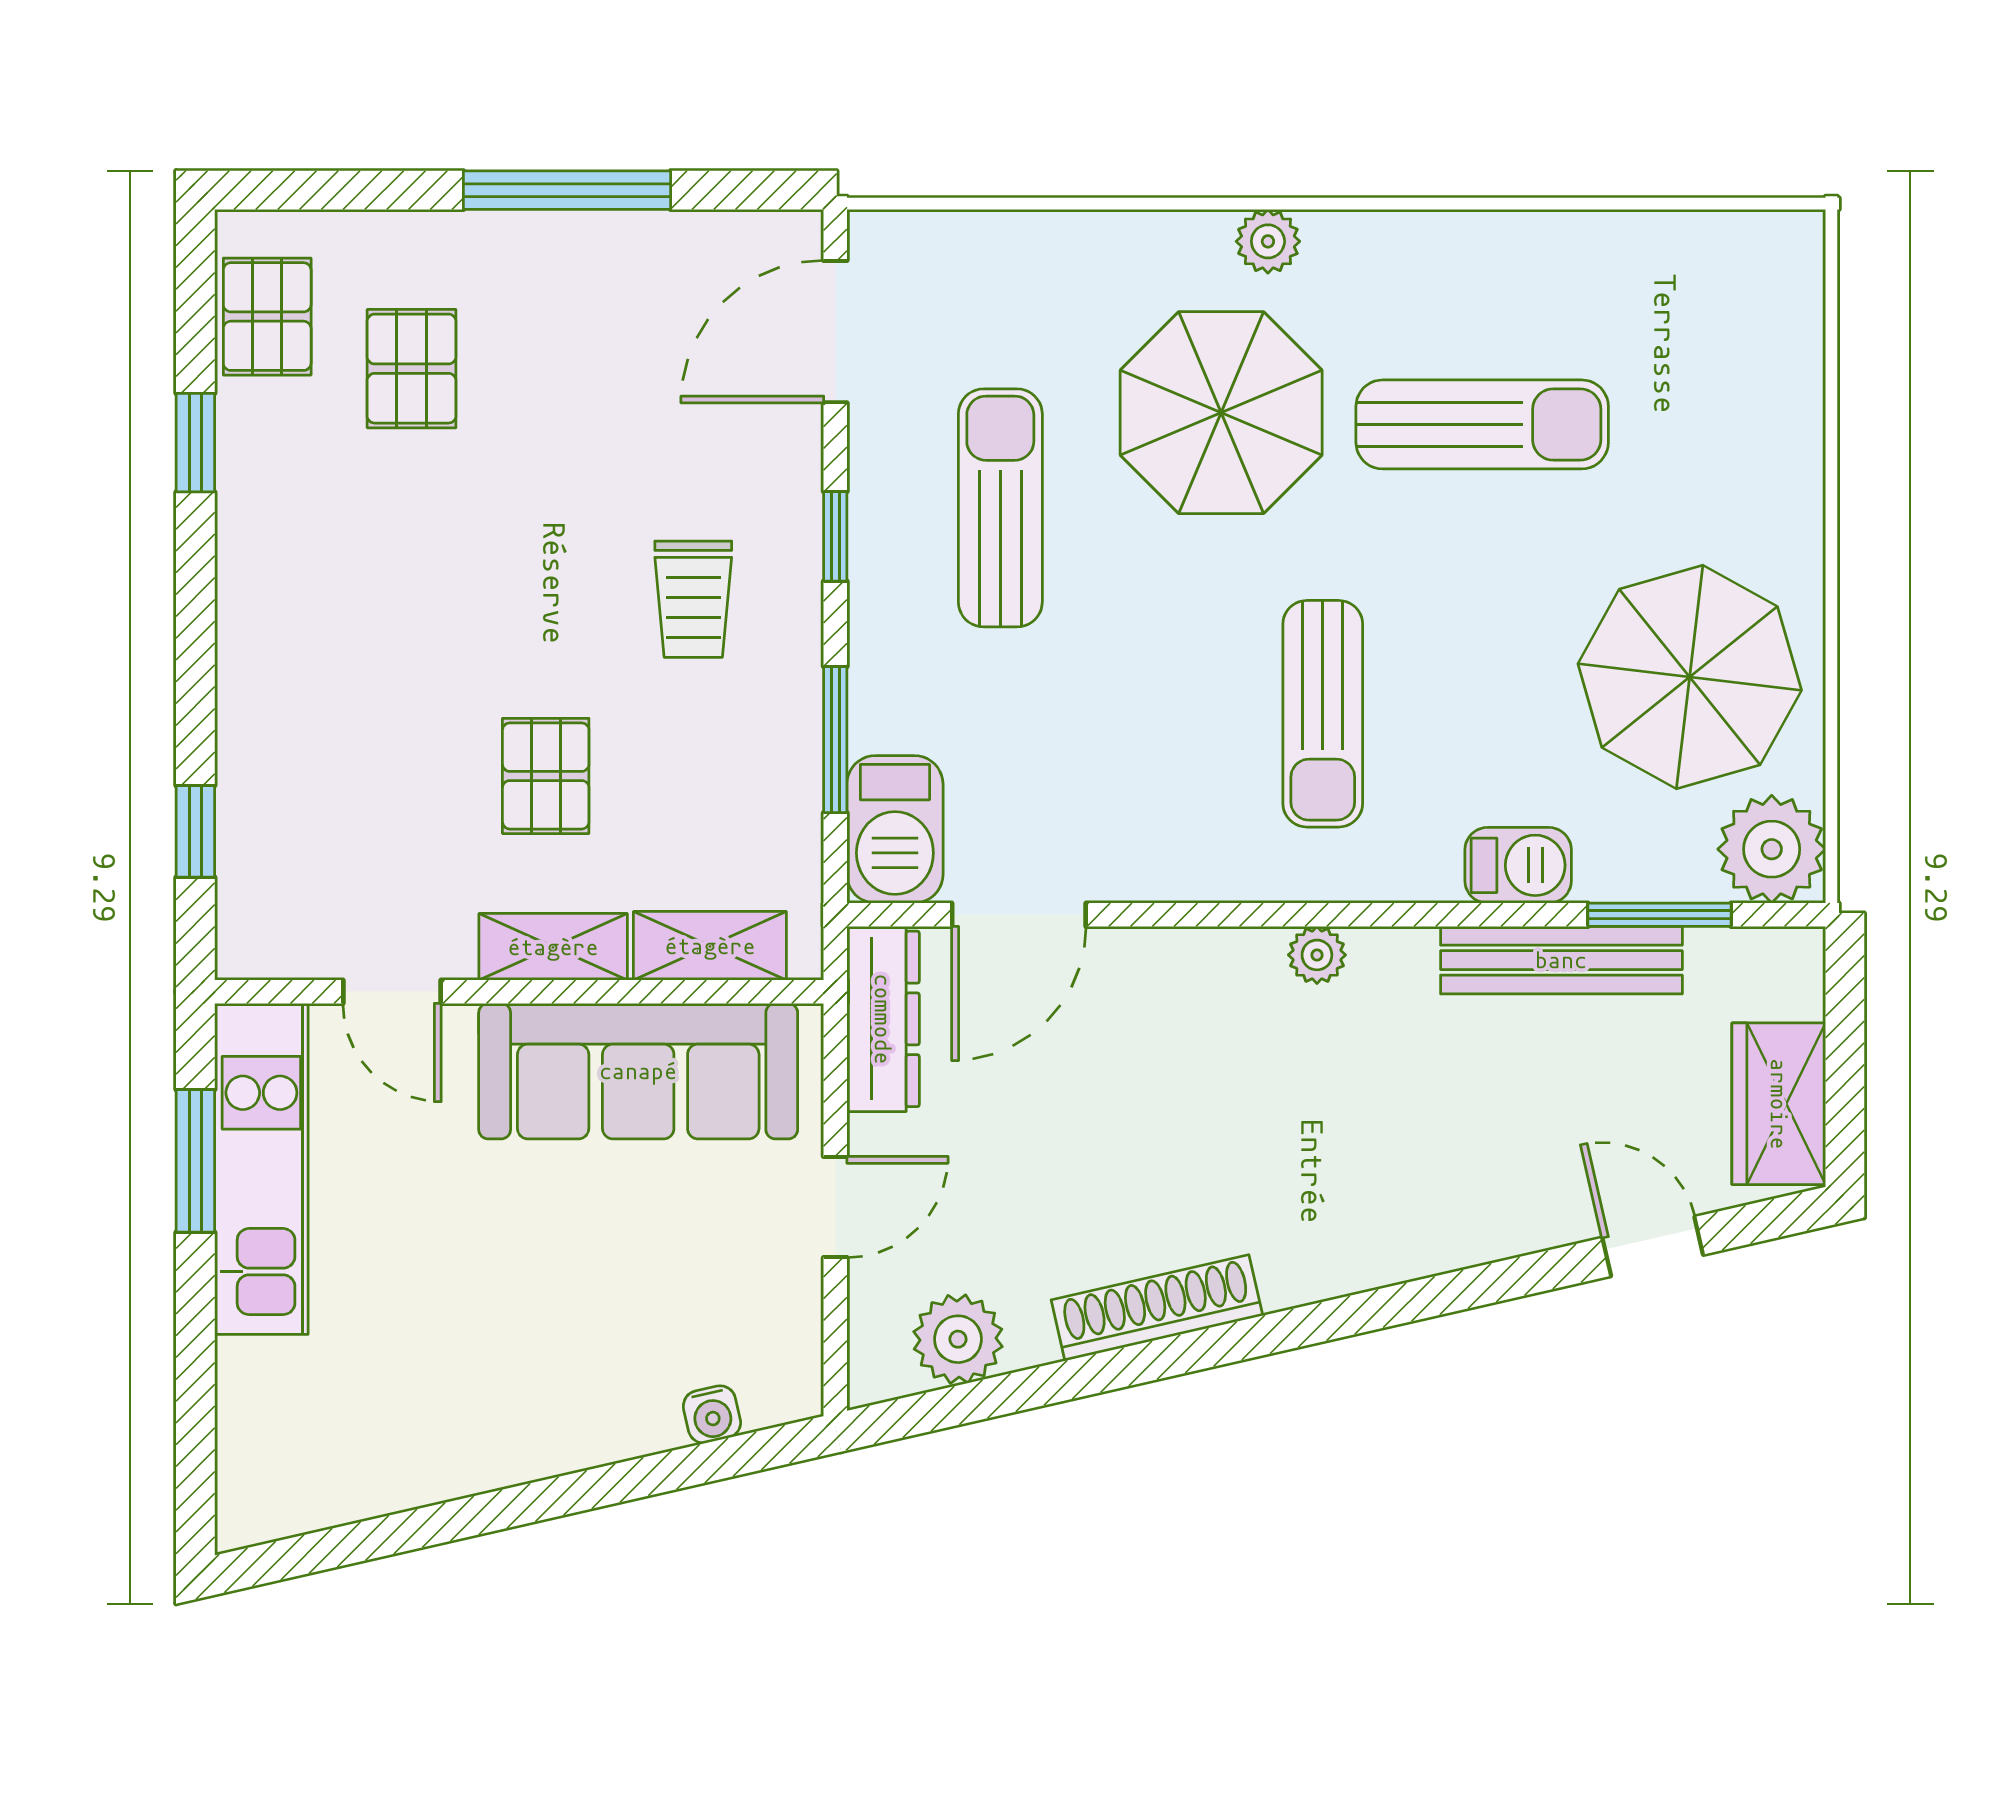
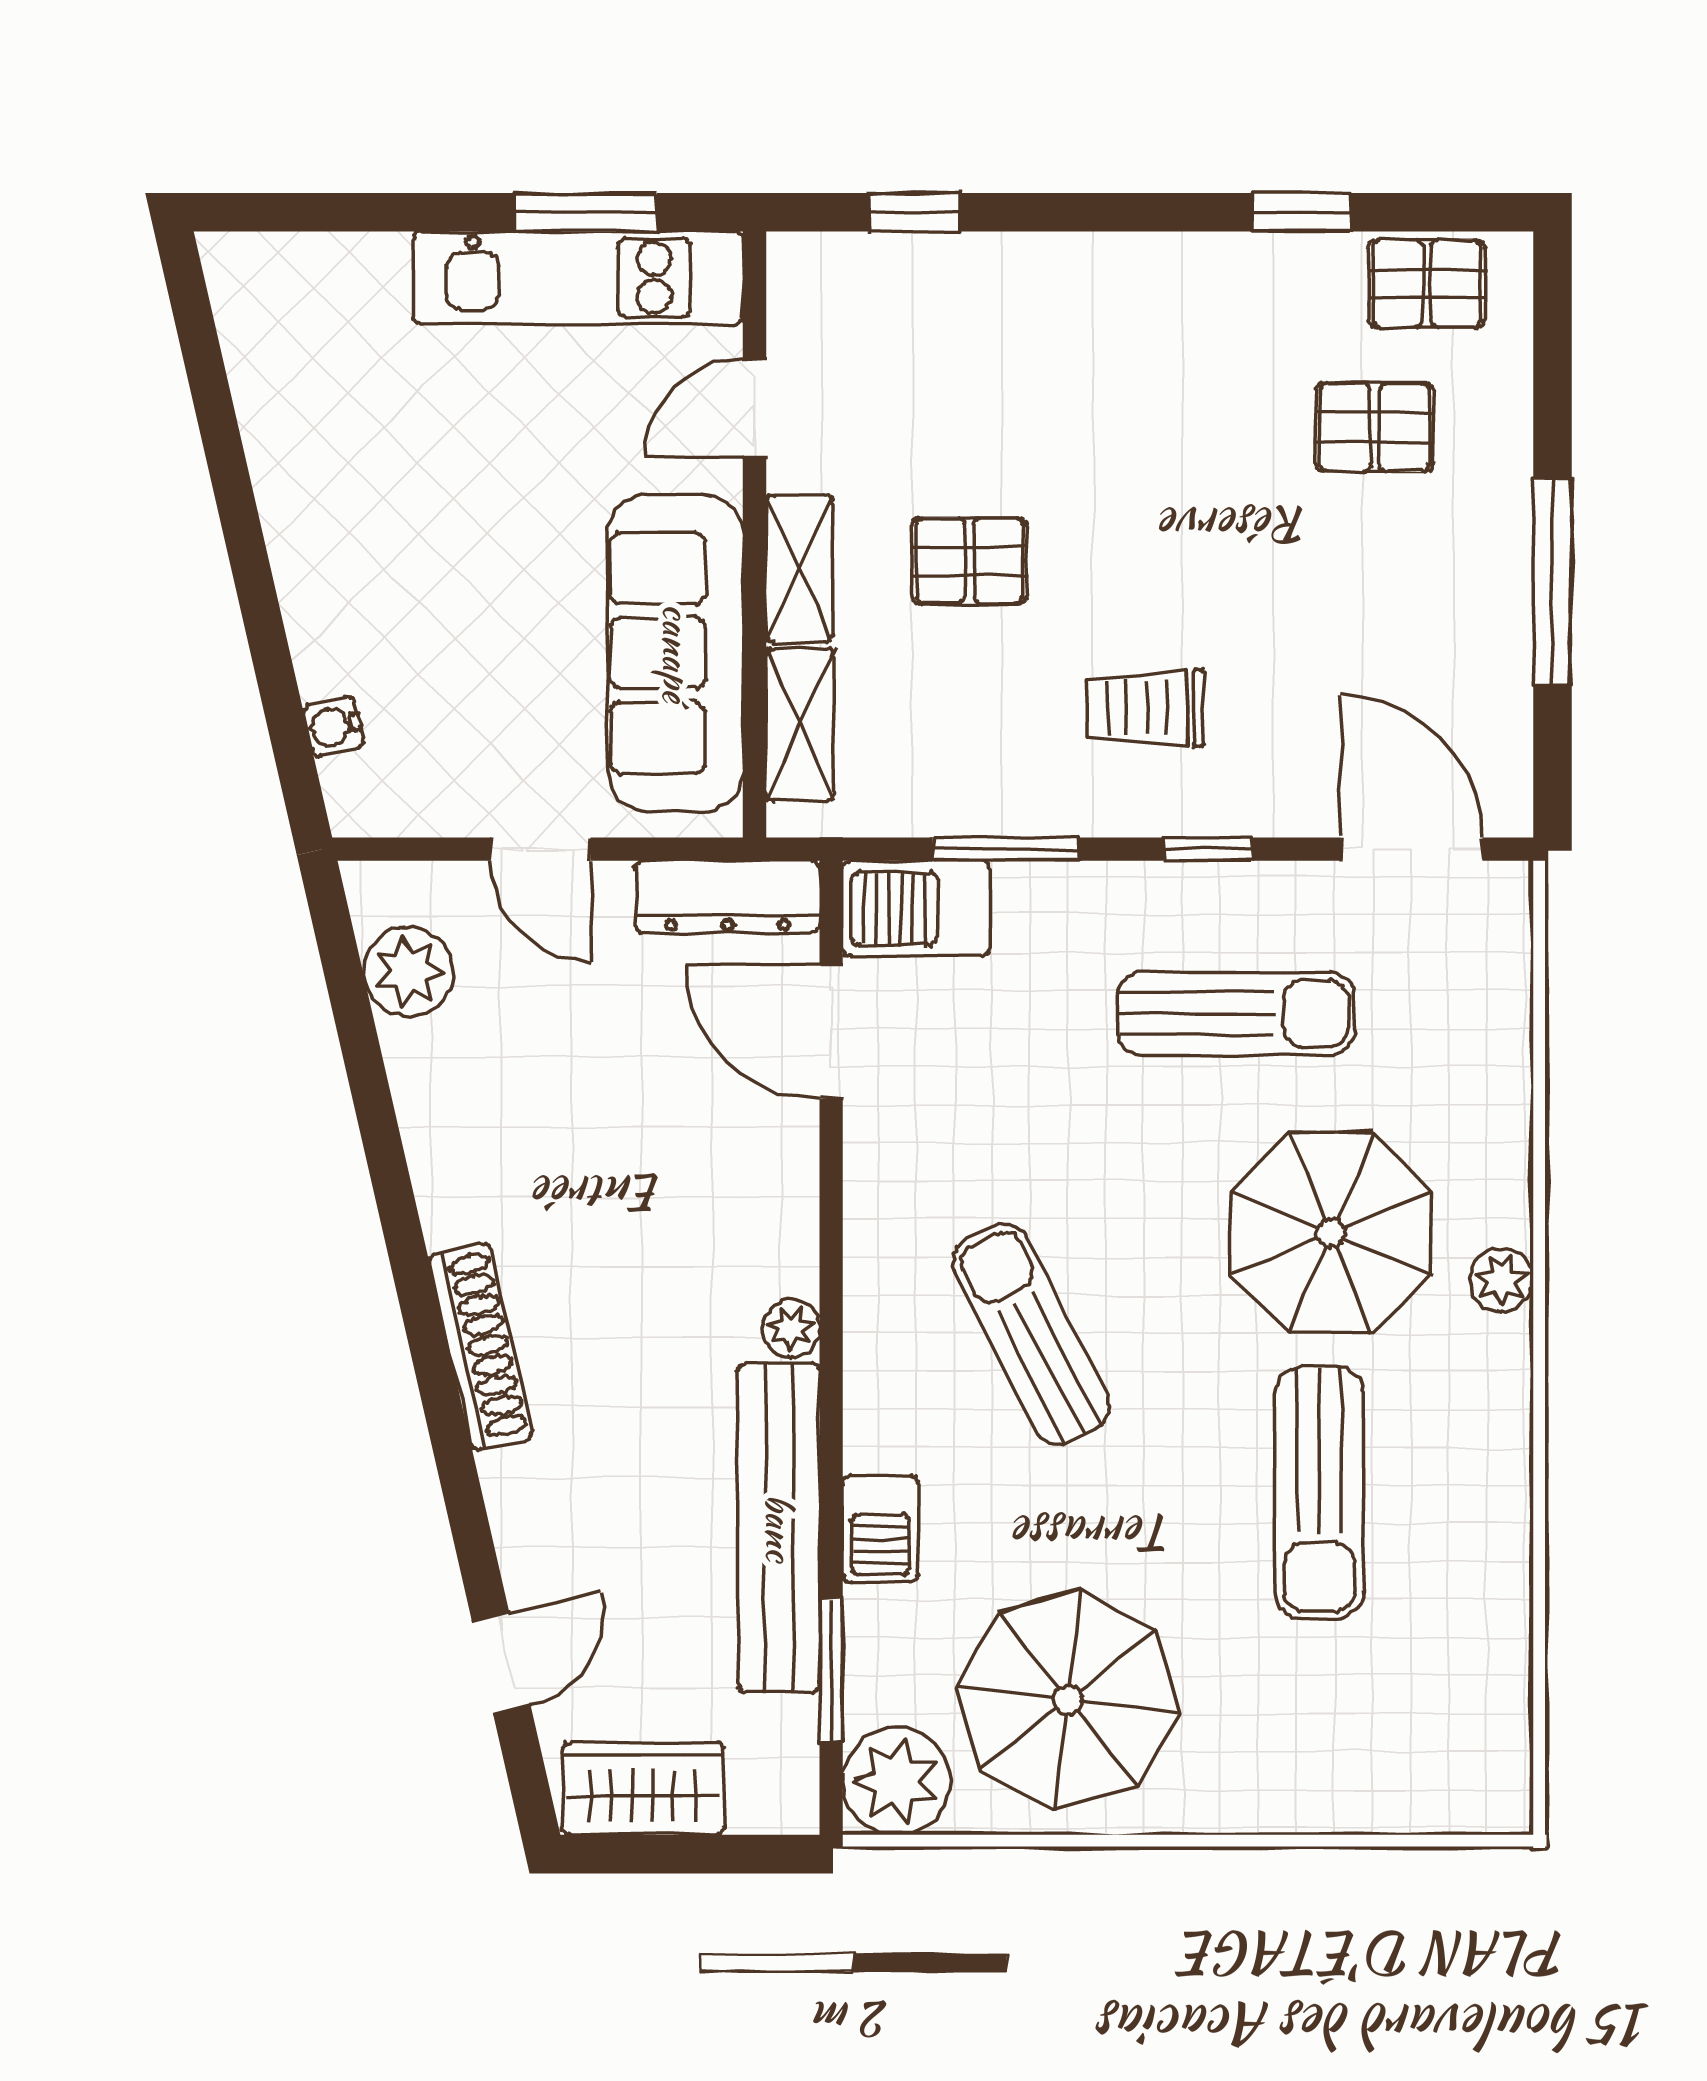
sun lounger: (1323, 714) -> (1031, 1334), turned 63
bench: (1561, 960) -> (779, 1528), width x1.37, depth x1.21
shoe rack: (1157, 1308) -> (481, 1347), moved

